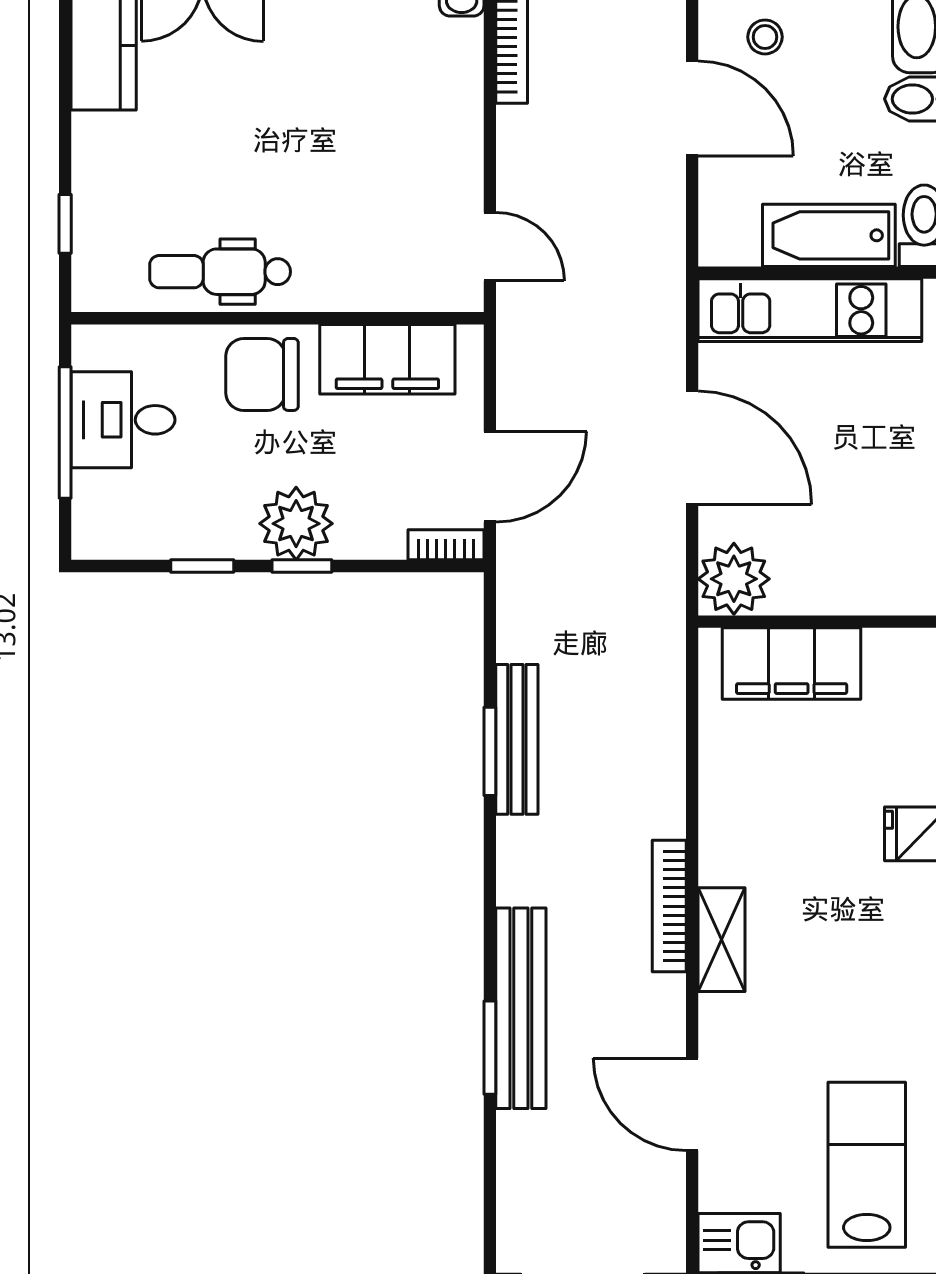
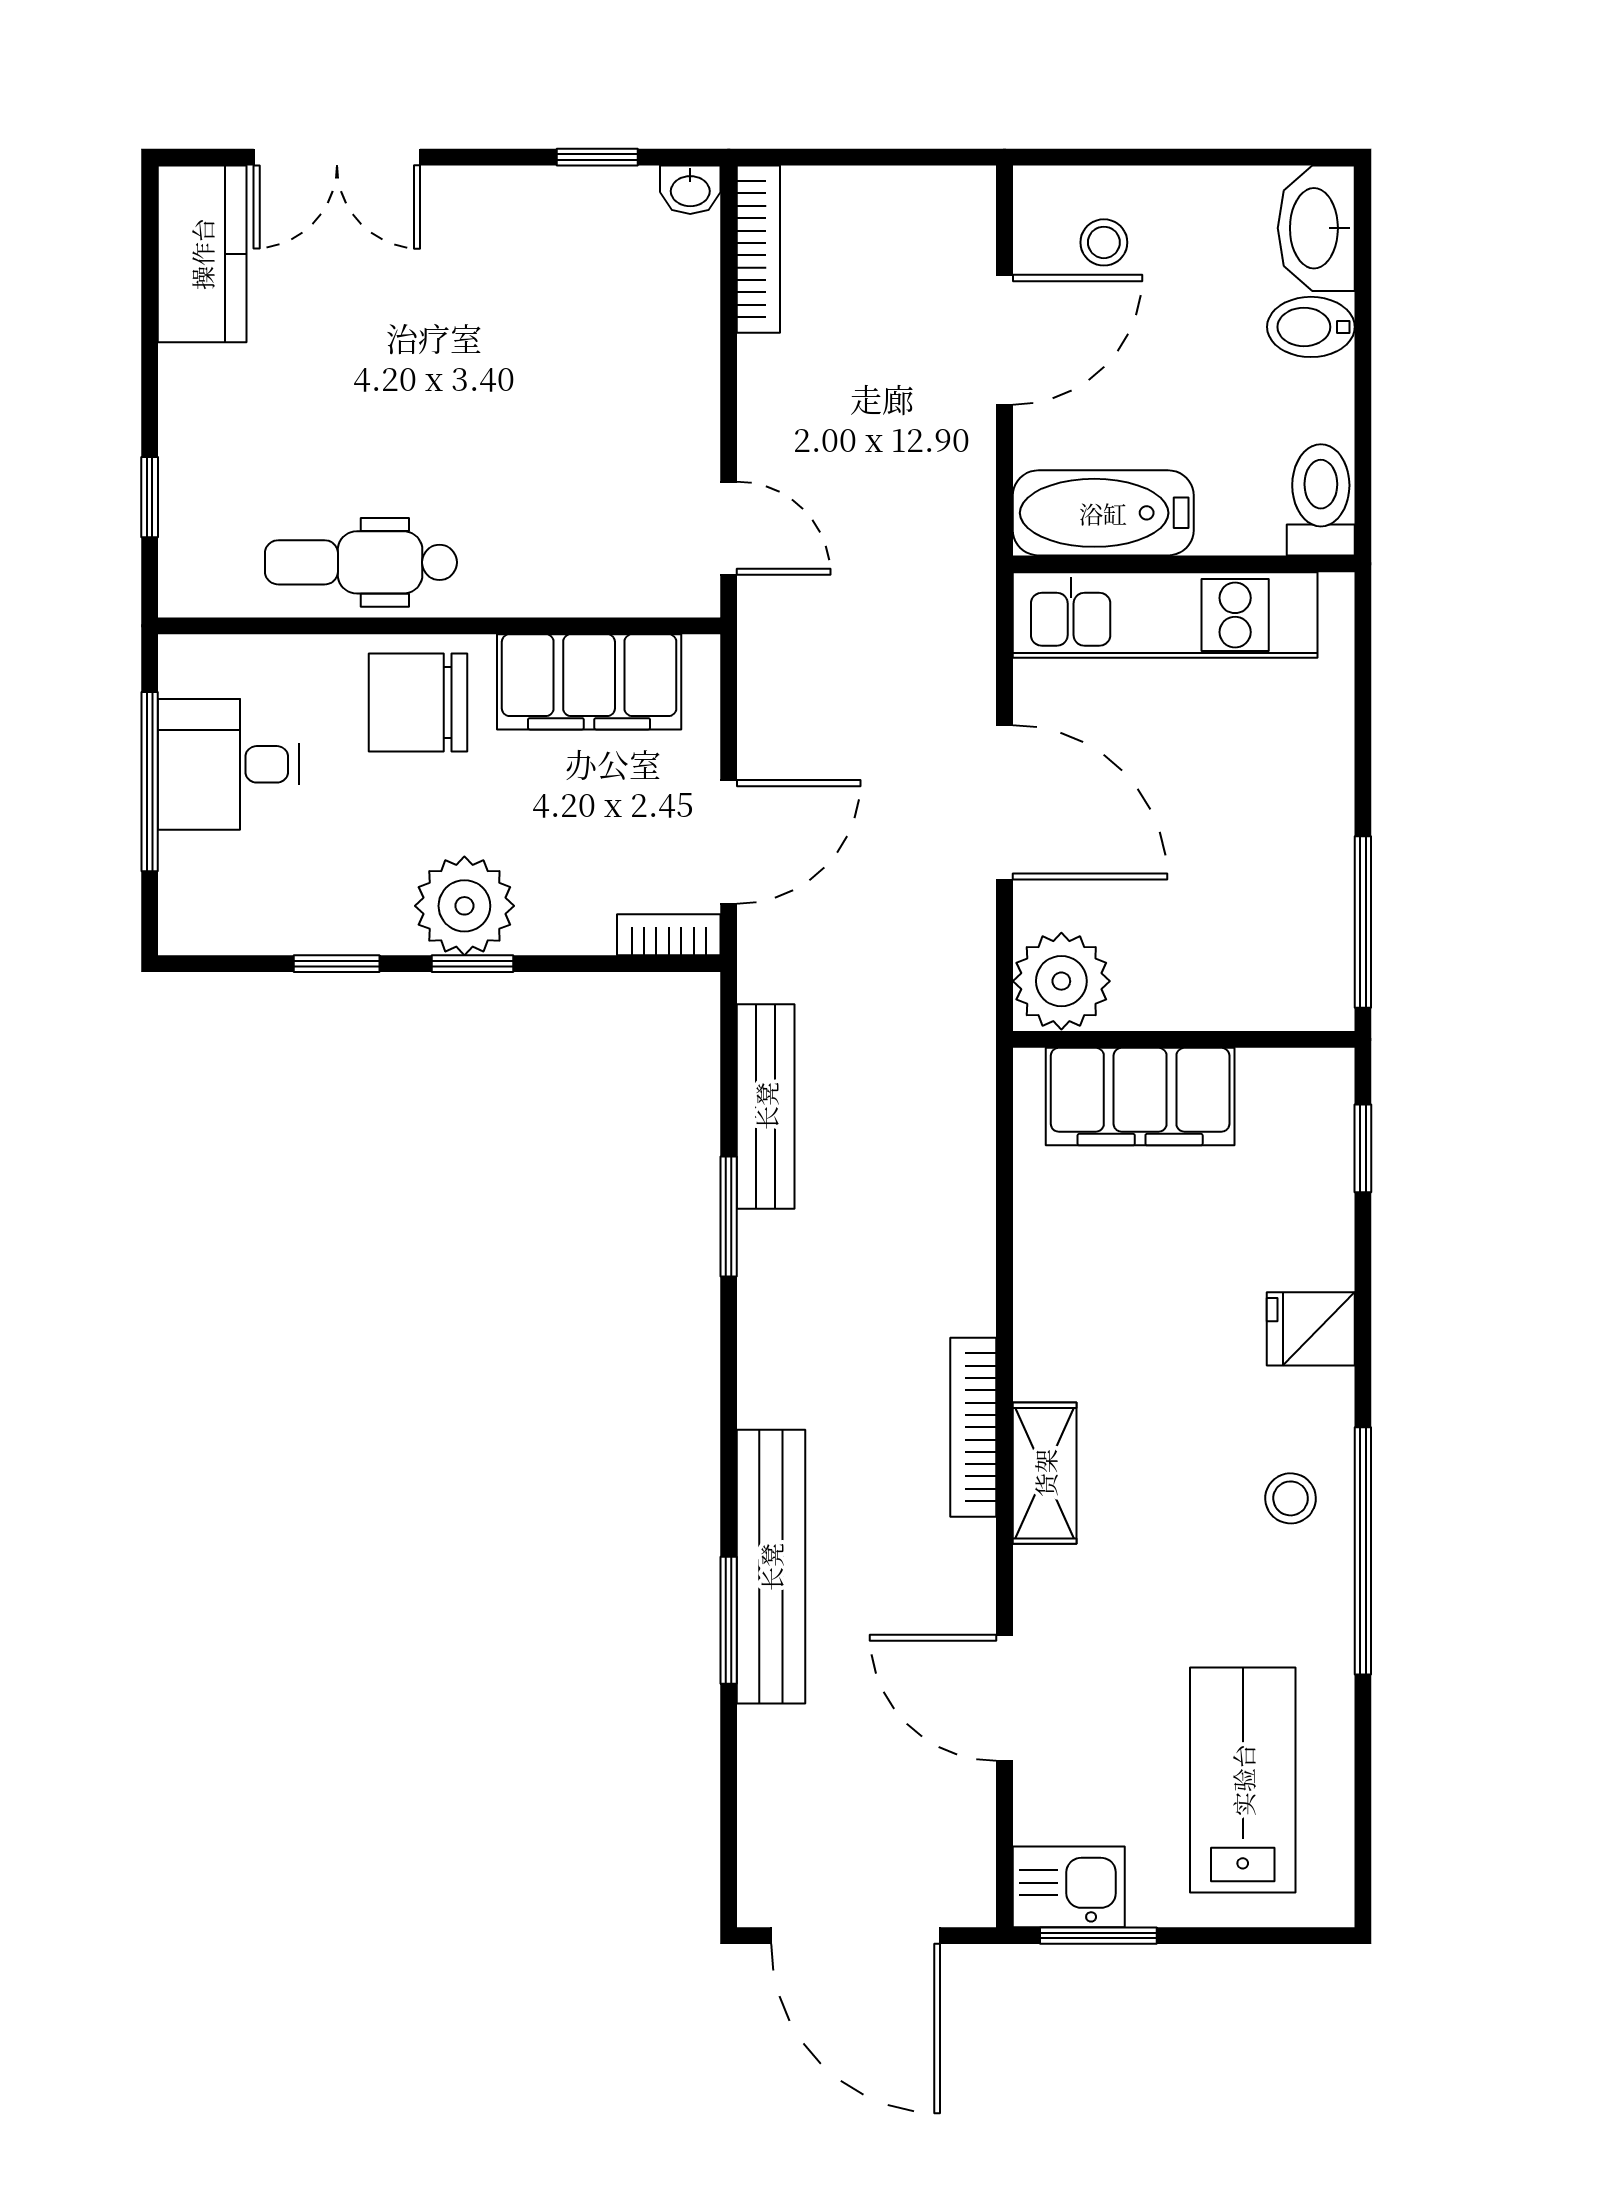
door: (692, 108) -> (1004, 340), hinge flipped
bathtub: (829, 235) -> (1103, 513), moved
bench: (517, 739) -> (766, 1106), moved
stool: (902, 958) -> (1291, 1498), added

